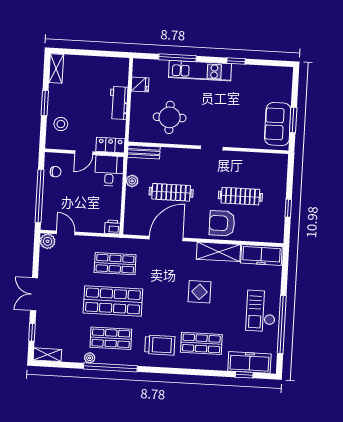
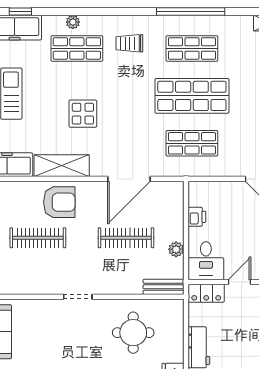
printer: (112, 227) -> (197, 217), moved, turned -90
trolley: (160, 345) -> (129, 43), width x0.73, depth x0.72
plant: (90, 358) -> (73, 22), moved

